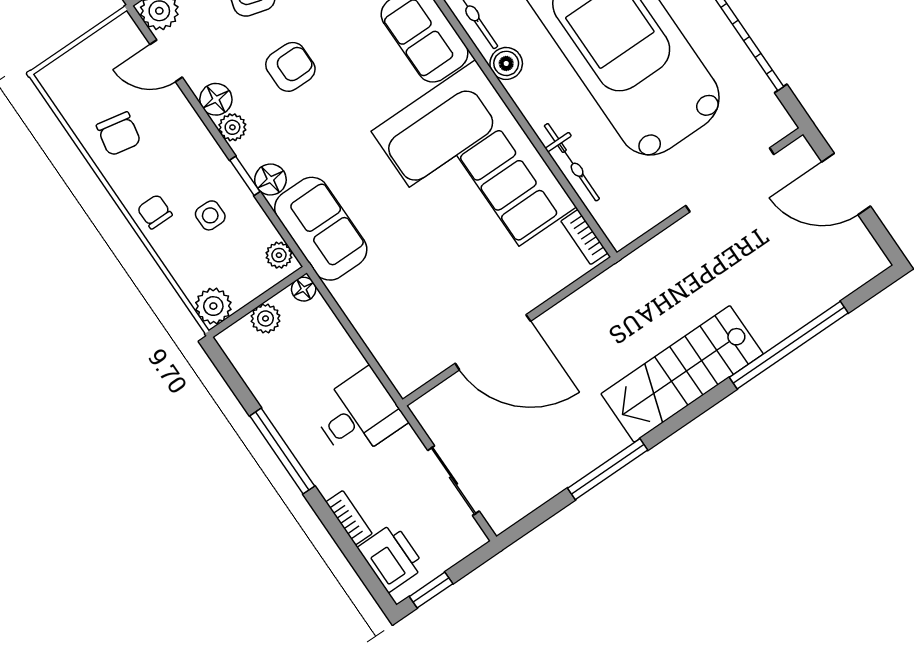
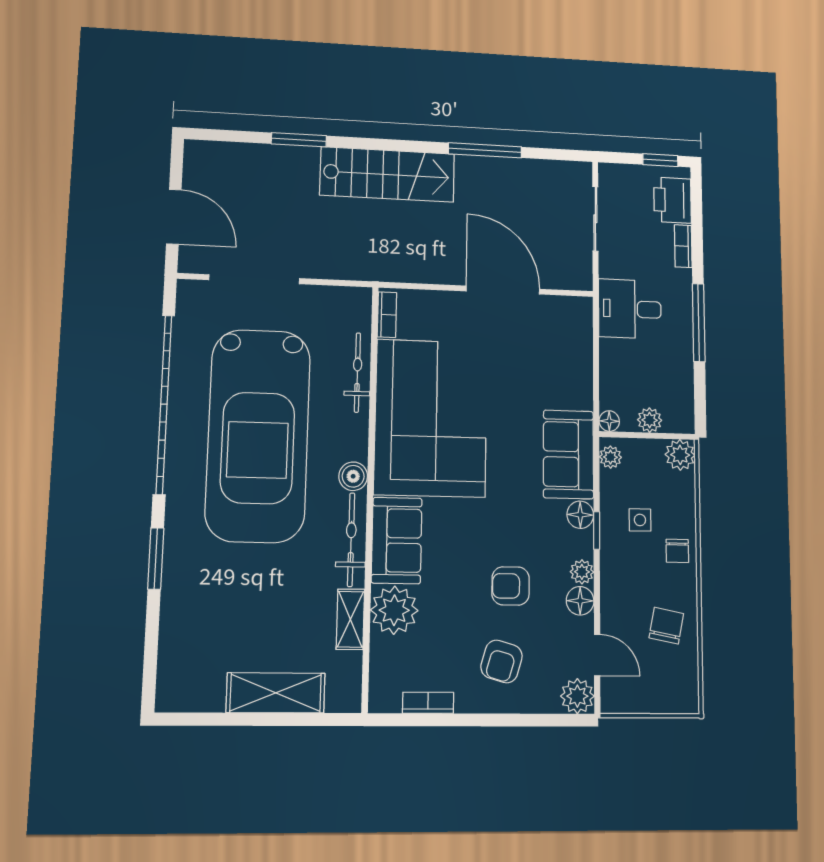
window: (789, 345) -> (299, 140), width x0.47

